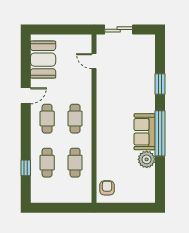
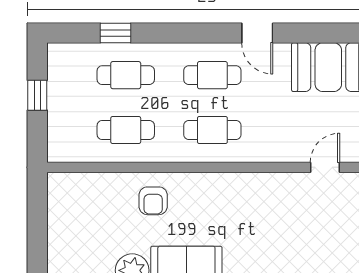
armchair: (107, 188) -> (153, 201), moved, turned 90
window: (57, 208) -> (37, 95), added

